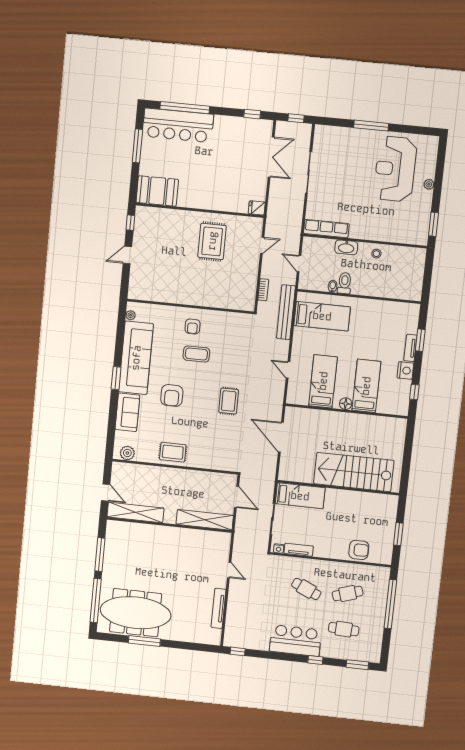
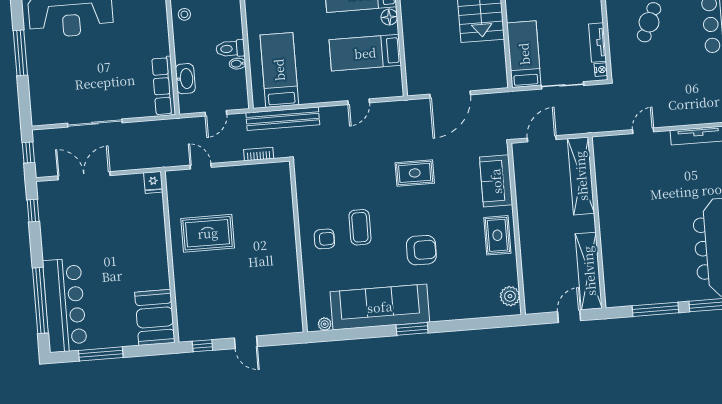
washbasin: (346, 247) -> (185, 79), moved
sofa: (127, 412) -> (496, 181), moved, turned -90

